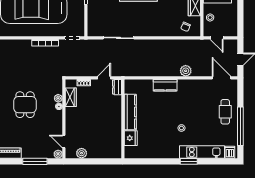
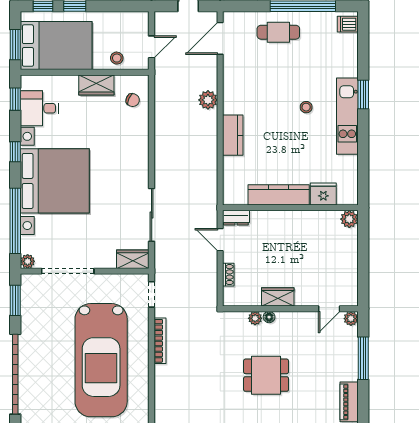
wardrobe: (93, 27) -> (133, 259), added
wardrobe: (71, 97) -> (278, 297), moved
kitchen unit: (202, 152) -> (347, 116), moved
plant: (82, 153) -> (349, 219), moved

